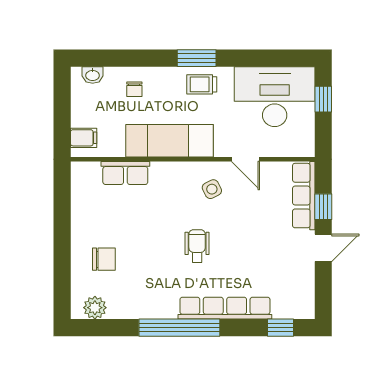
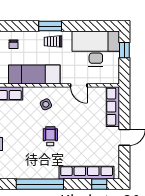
side table: (212, 189) -> (46, 104), moved
window: (323, 207) -> (124, 113), removed
row of seats: (225, 308) -> (87, 173), moved

